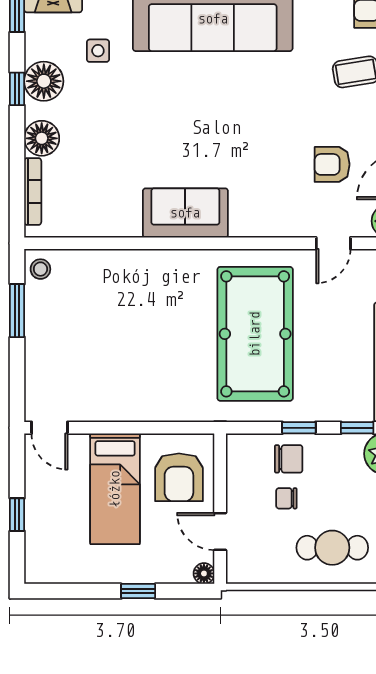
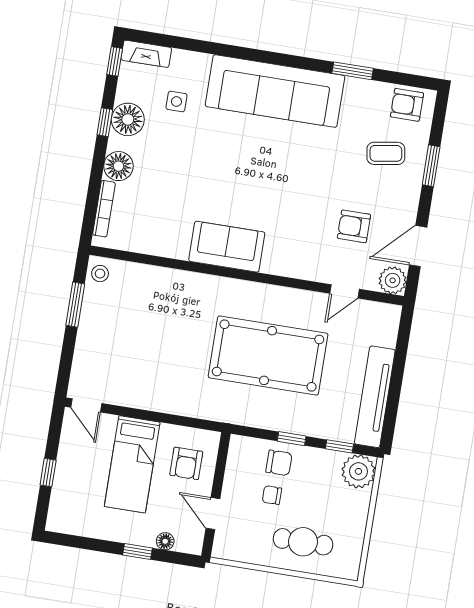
pool table: (255, 334) -> (268, 356), turned 90
armchair: (179, 477) -> (186, 463), width x0.72, depth x0.72
floor lamp: (204, 573) -> (165, 541), moved

